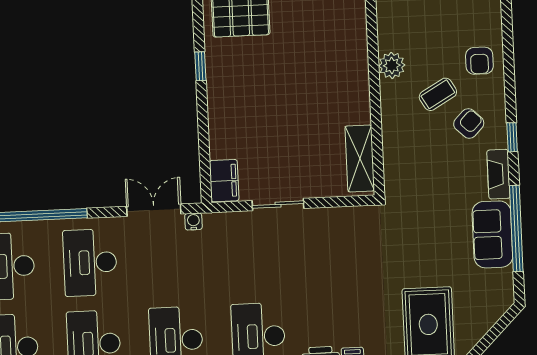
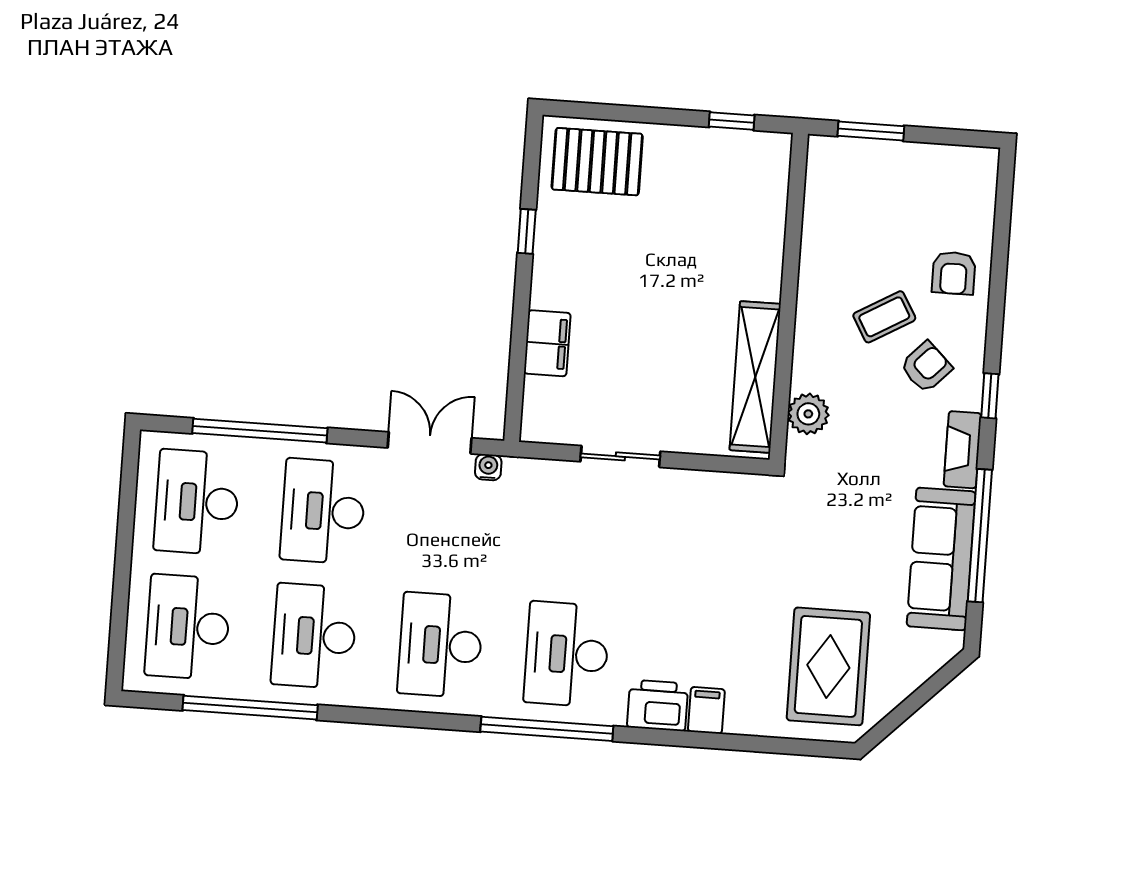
plant: (392, 65) -> (808, 414), moved
shelving: (360, 158) -> (755, 377), width x1.47
filing cabinet: (224, 181) -> (547, 343), moved
sofa: (492, 234) -> (941, 559), width x1.36

